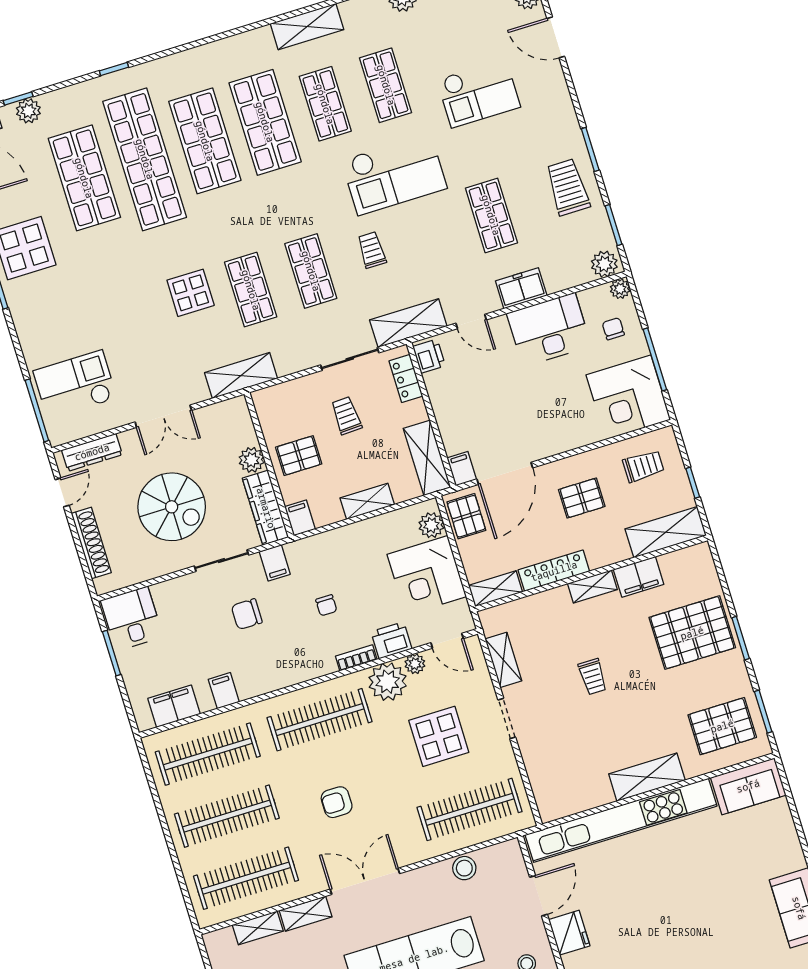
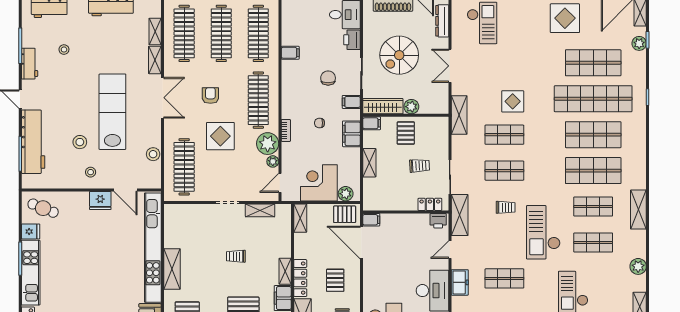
shelving: (427, 458) -> (383, 203), removed
locker: (554, 571) -> (300, 278), moved
printer: (391, 640) -> (352, 40), moved, turned 180
filing cabinet: (174, 706) -> (351, 134), moved, turned 180
display table: (439, 736) -> (220, 136), moved

